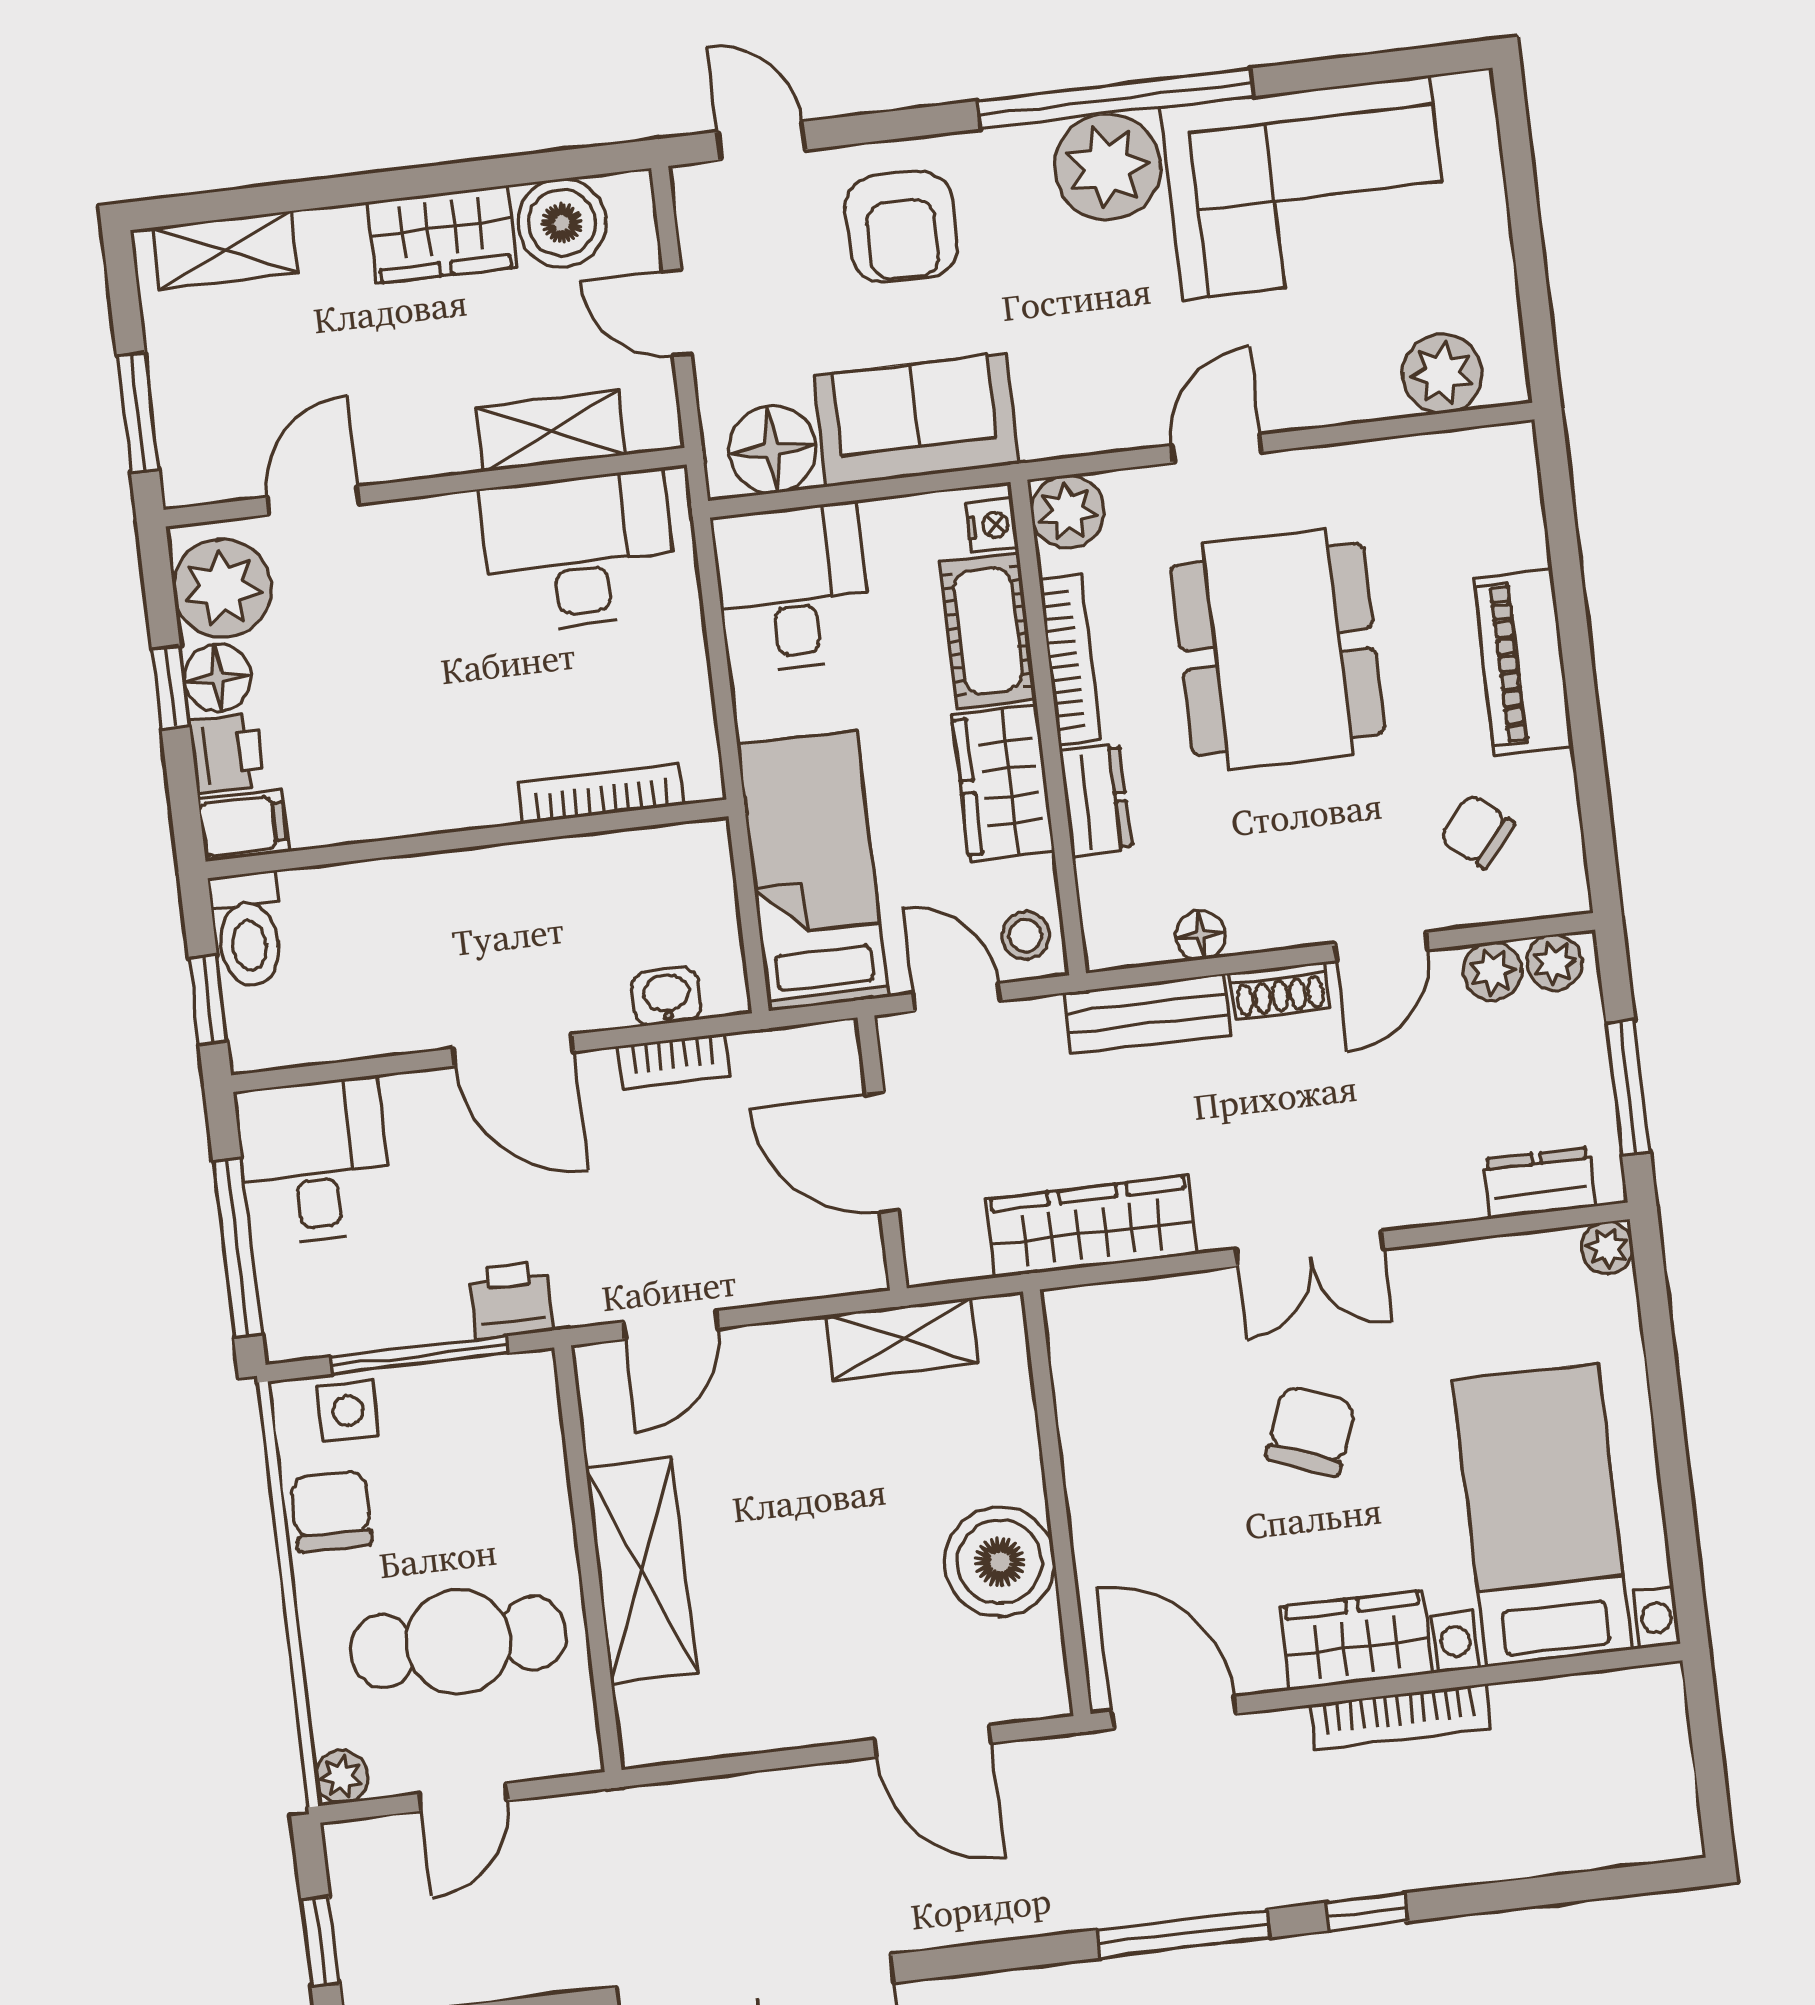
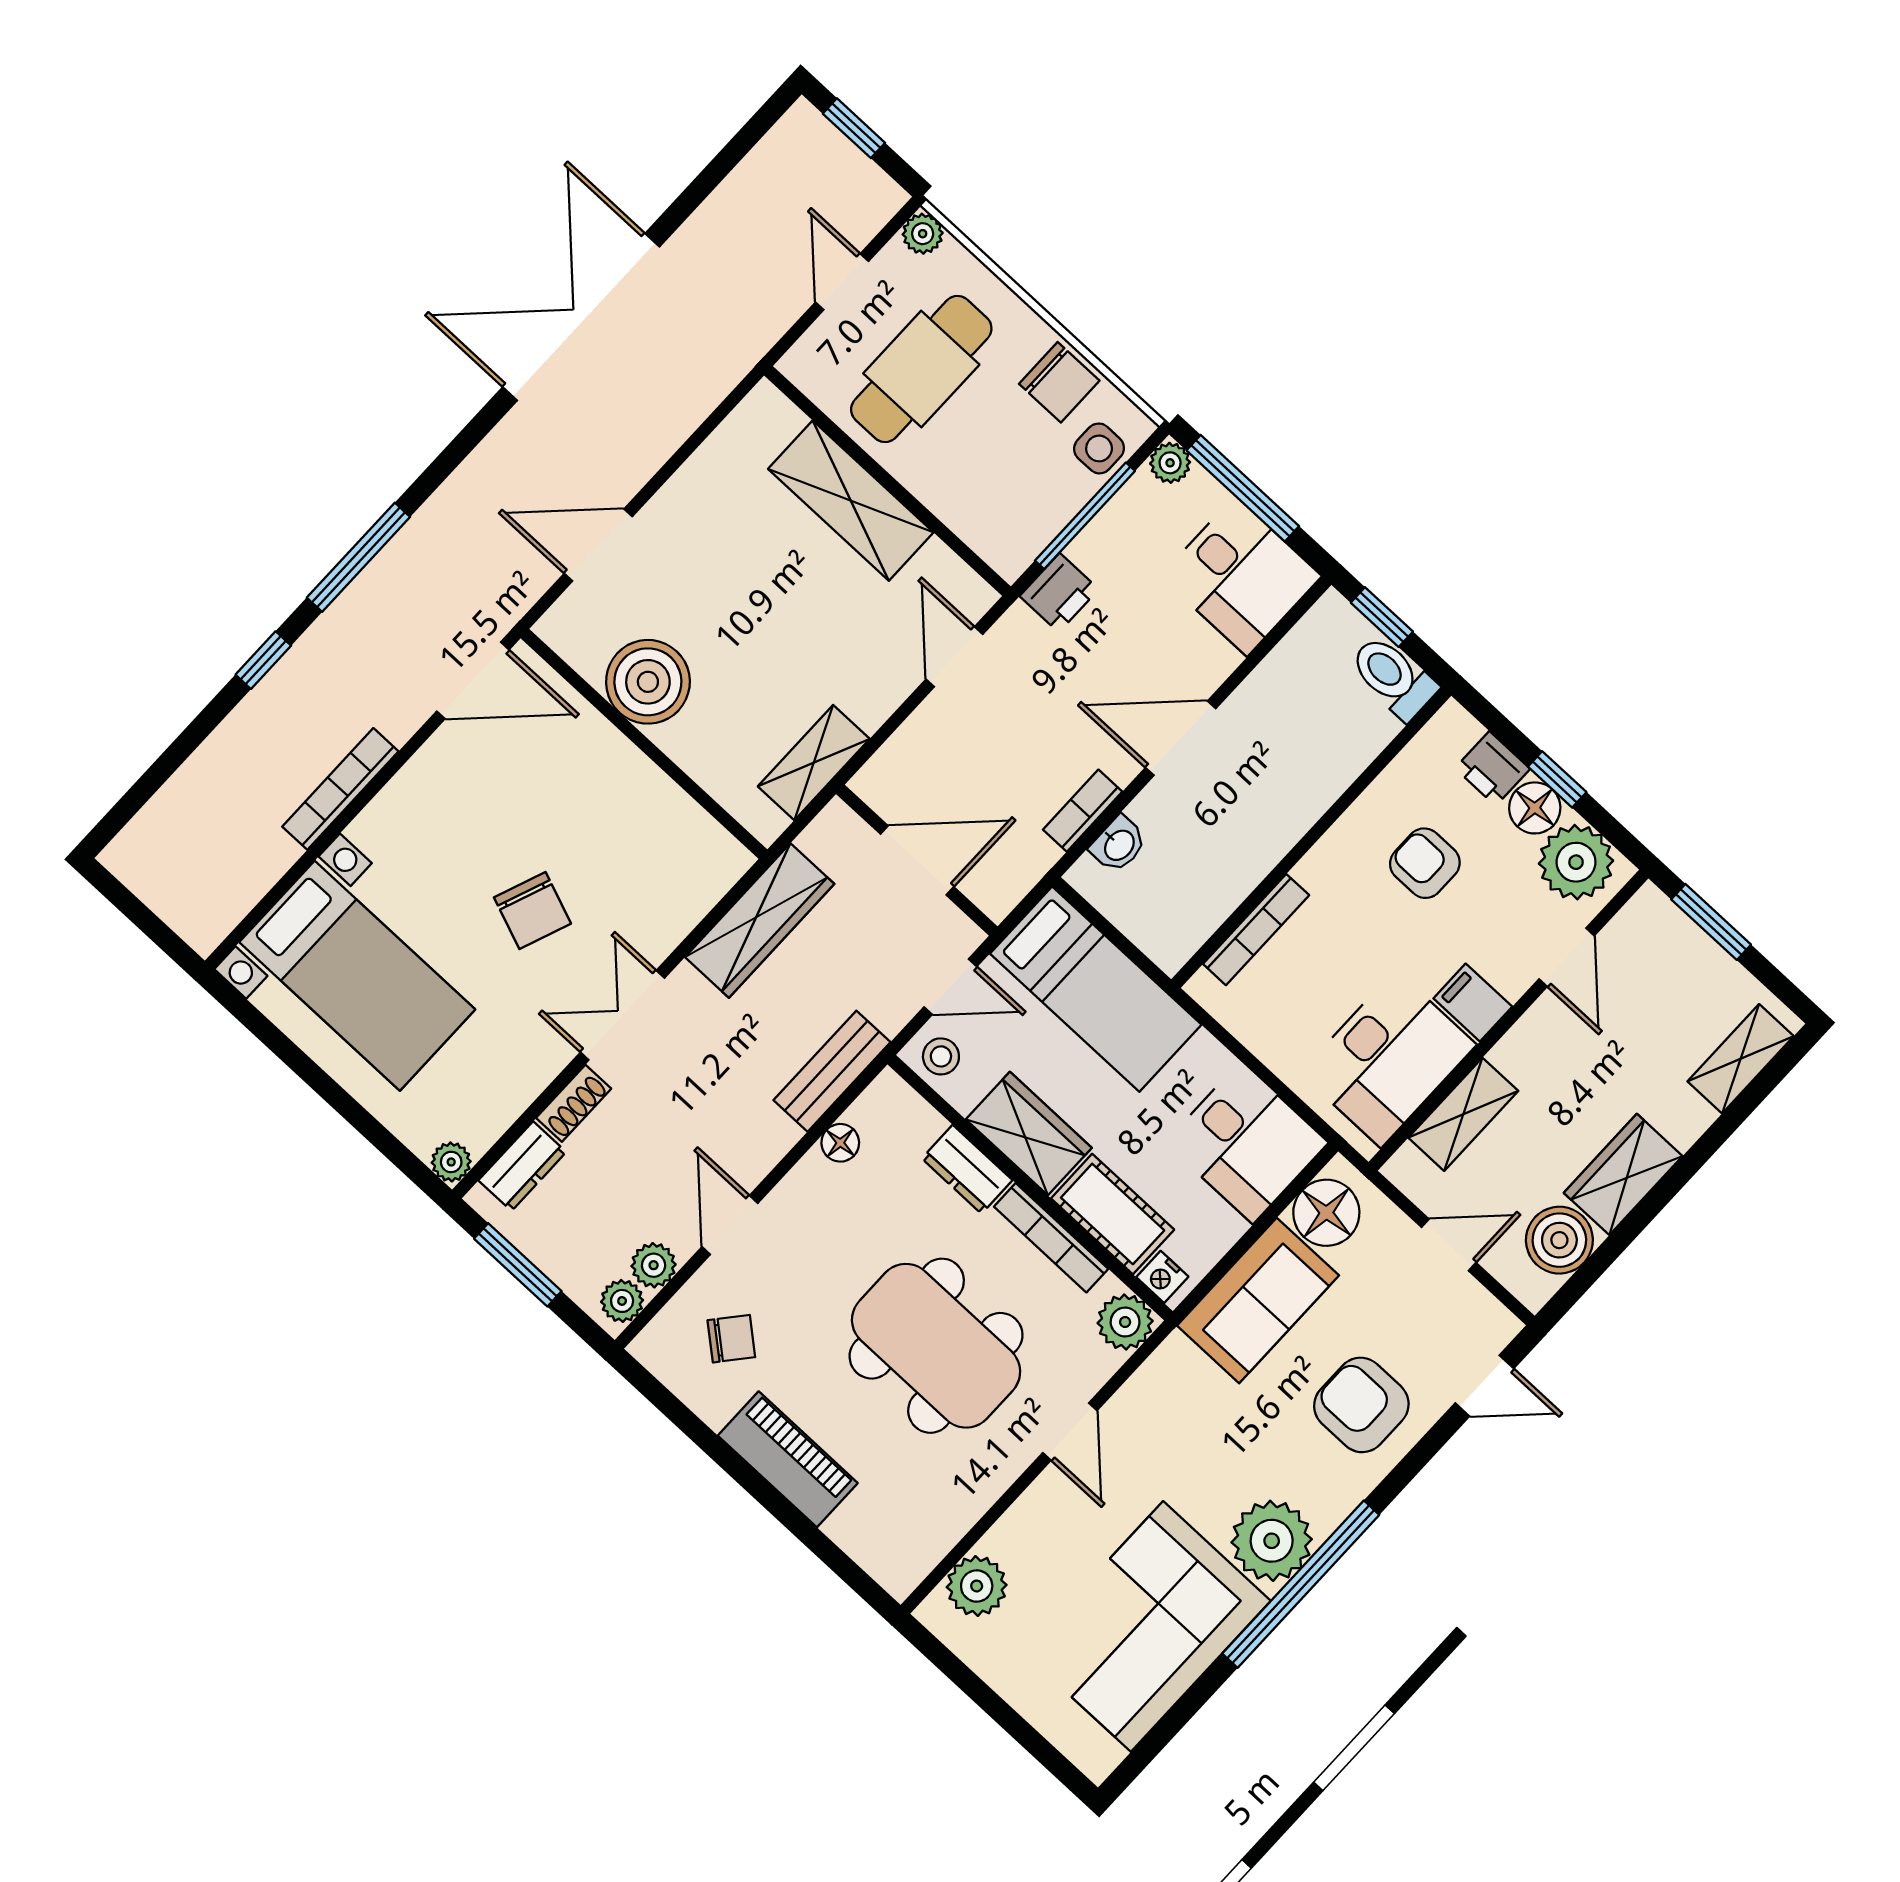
armchair: (375, 716) -> (1425, 863), added
filing cabinet: (243, 826) -> (1473, 1003), moved, turned 90
shoe rack: (1280, 991) -> (574, 1103), moved, turned 180
plant: (289, 1335) -> (1170, 463), added
wardrobe: (1356, 1640) -> (403, 812), removed

